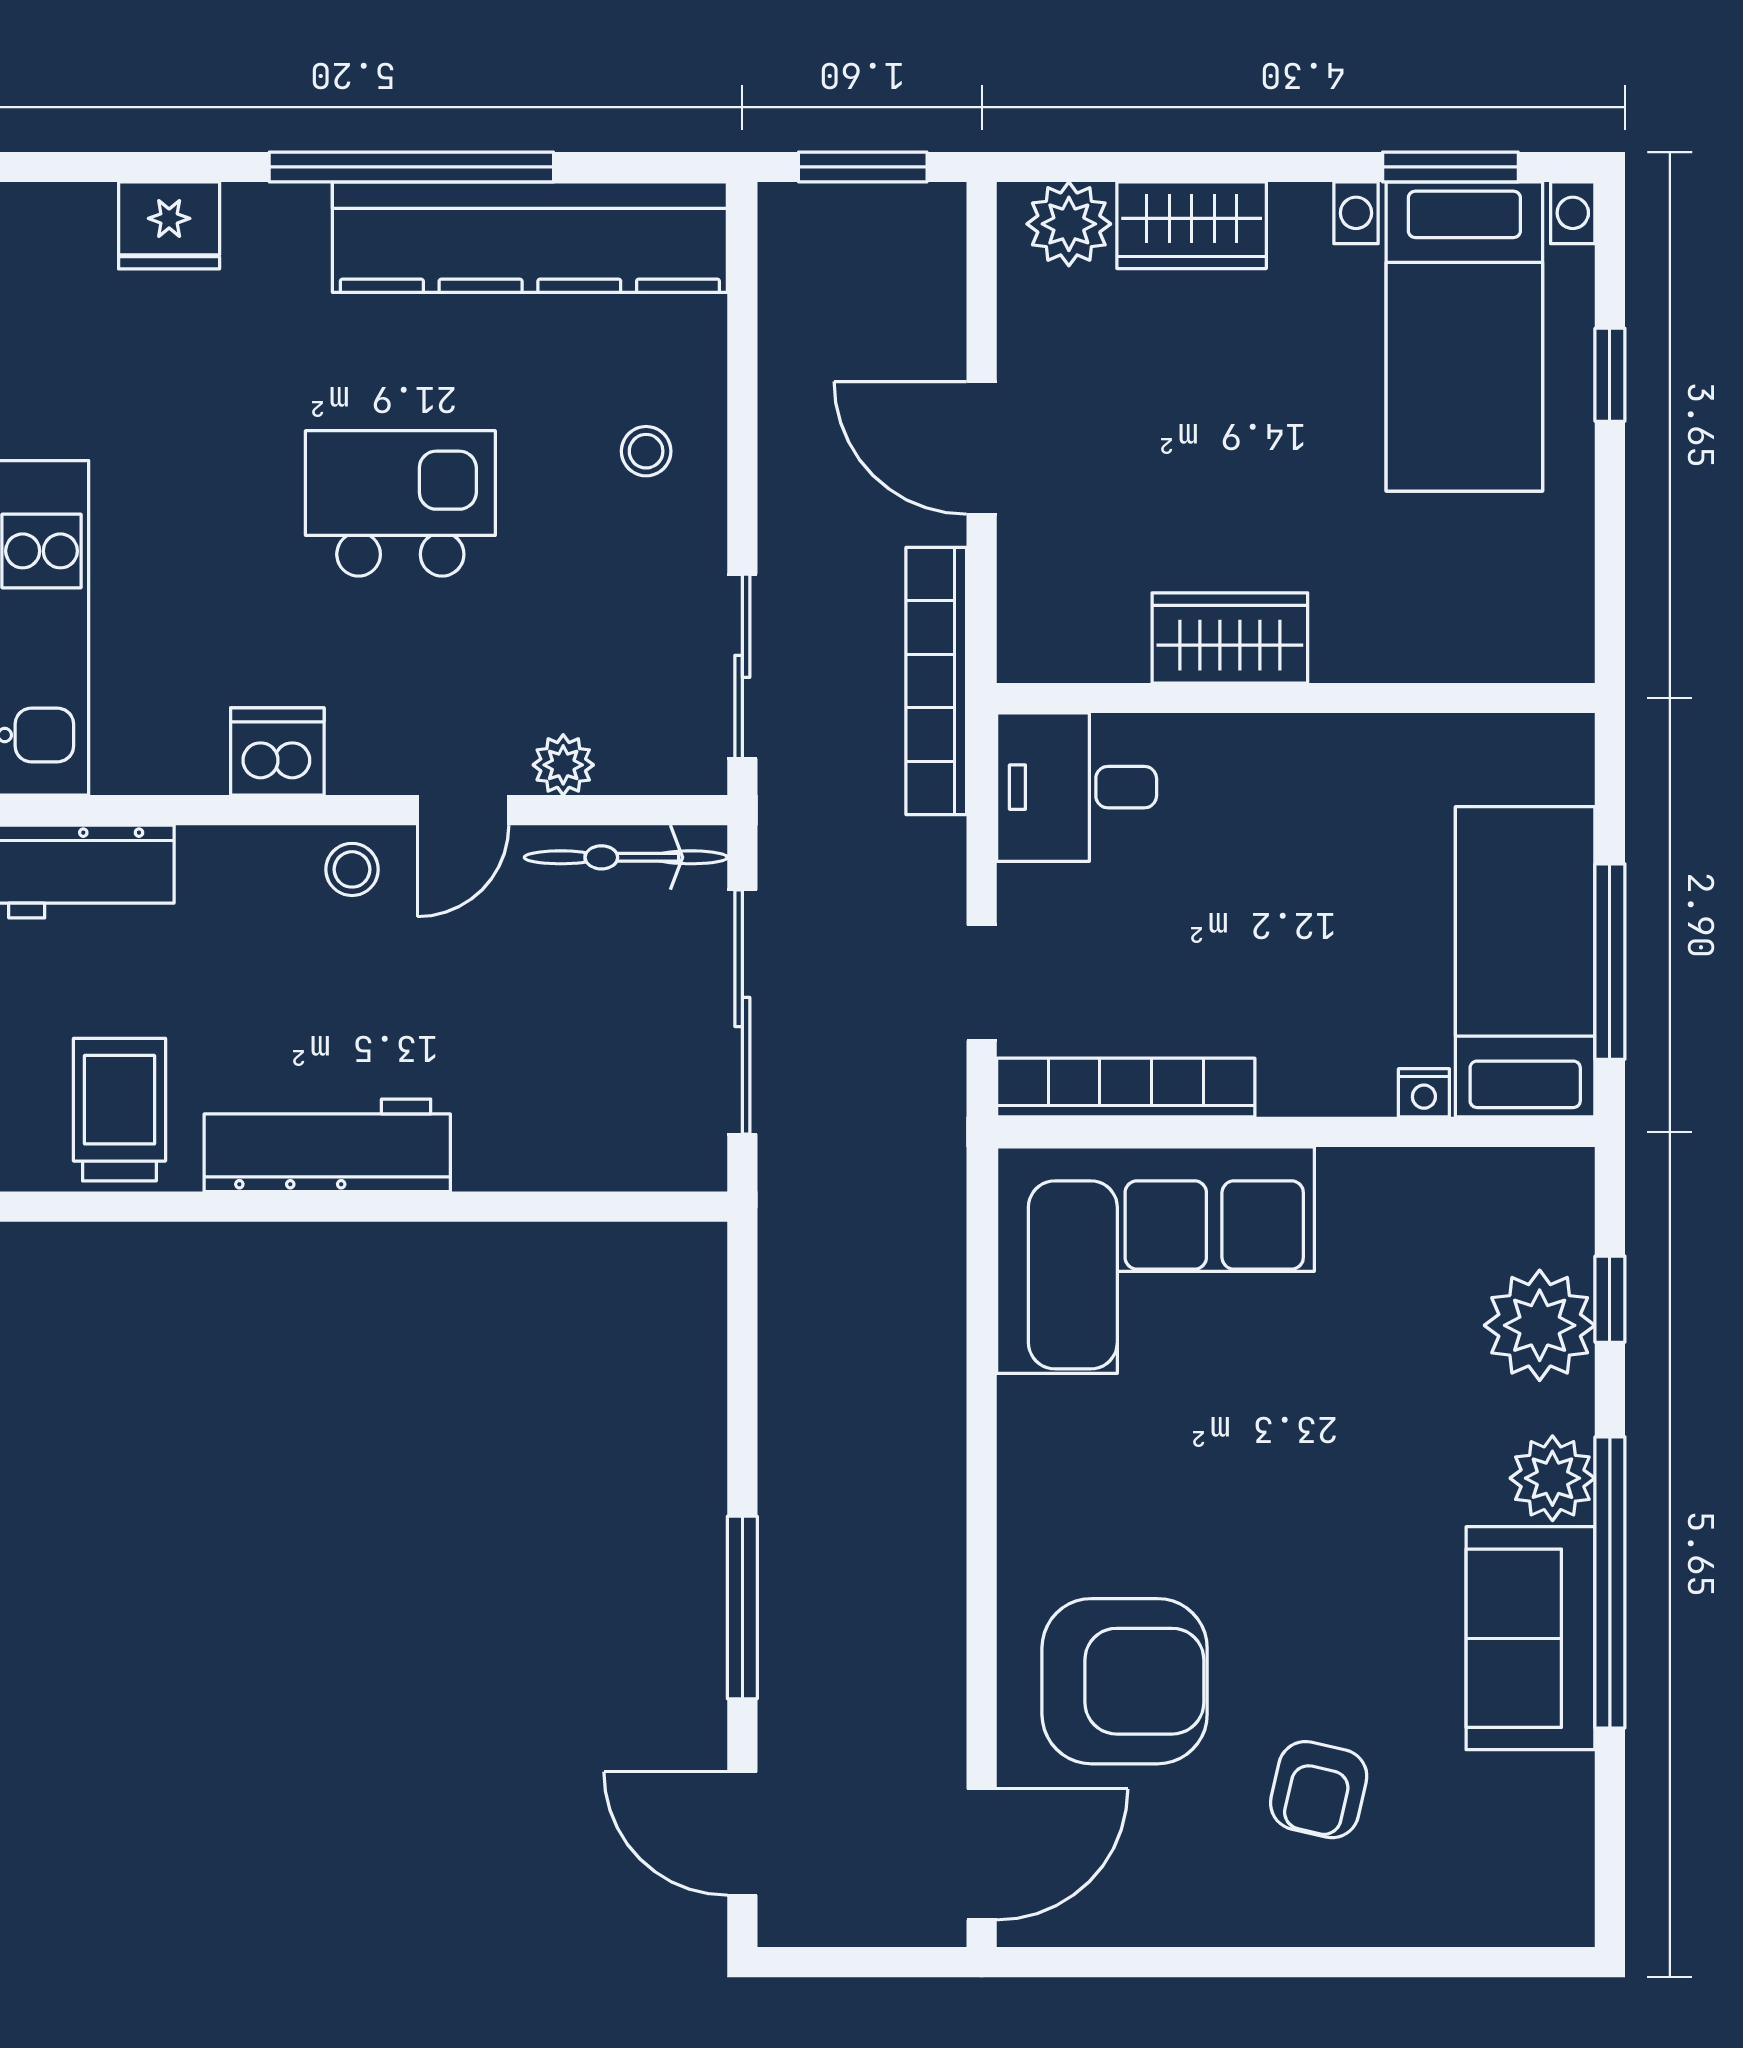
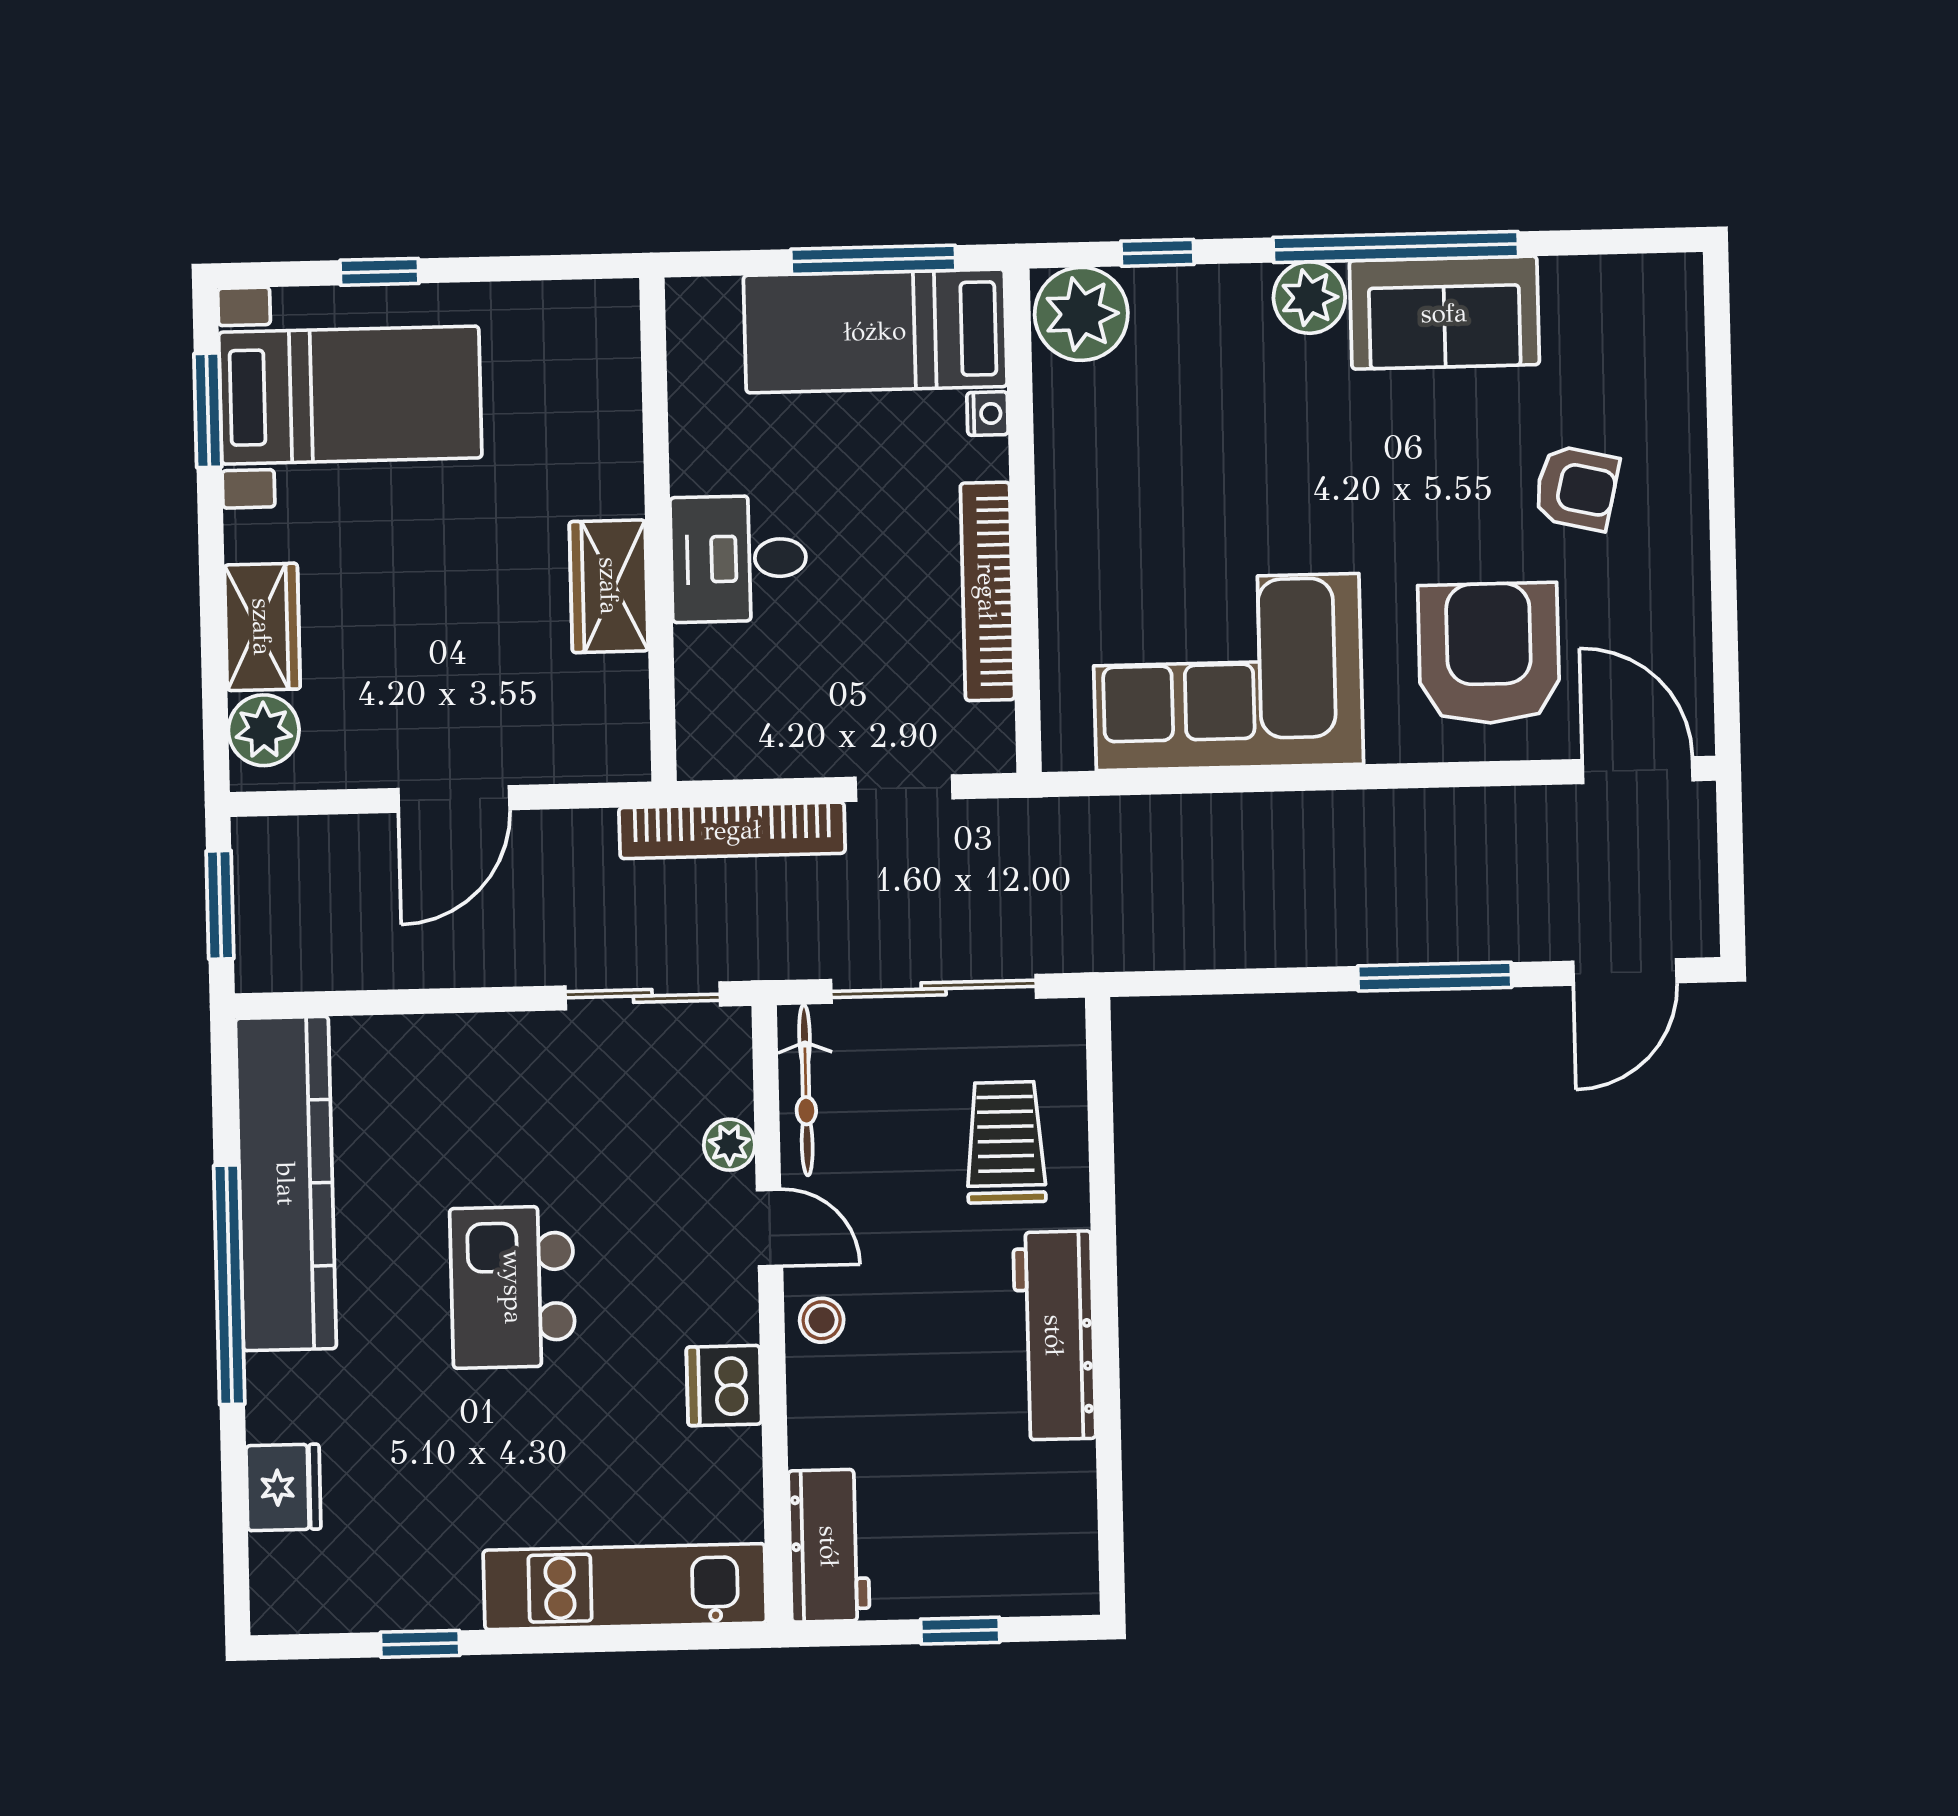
stool: (646, 451) -> (464, 1081), removed
bookcase: (936, 681) -> (732, 830), moved
desk: (1077, 787) -> (739, 559), moved, turned 90
bookcase: (1126, 1088) -> (987, 591), moved
trolley: (119, 1110) -> (1006, 1142), moved, turned 90
corner sofa: (1155, 1260) -> (1228, 672), moved, turned -90
plant: (1540, 1325) -> (1081, 314), moved

